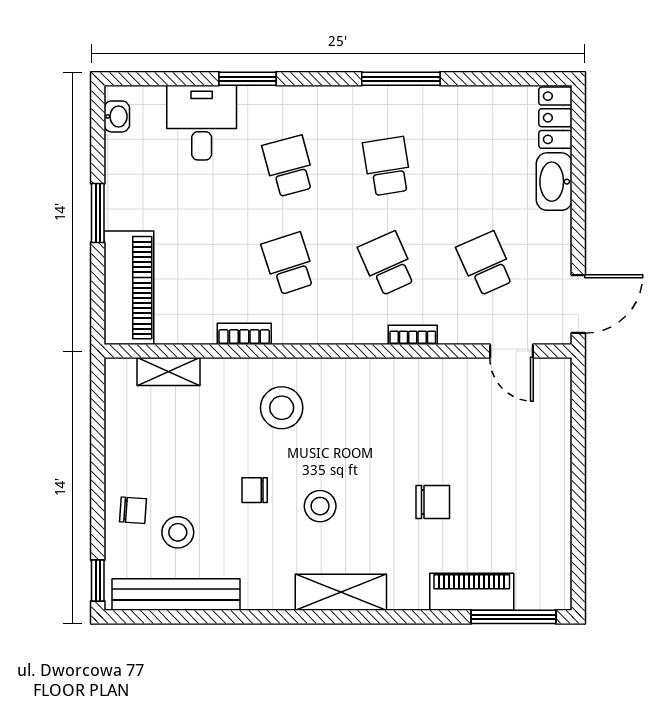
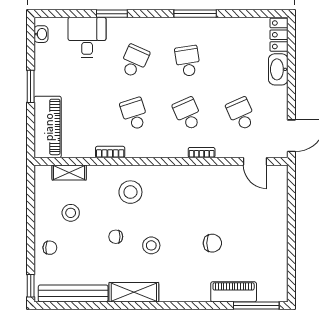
school desk: (289, 166) -> (134, 61), turned 39
stool: (178, 532) -> (71, 213), moved
shelving: (341, 592) -> (134, 292), moved

